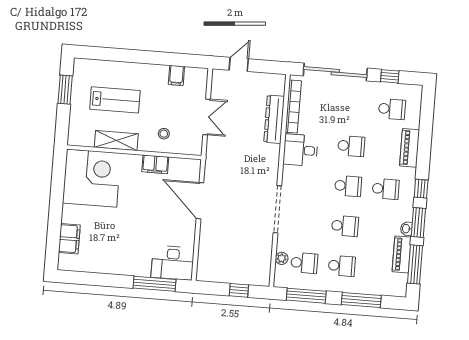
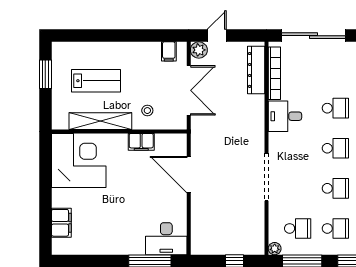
filing cabinet: (176, 75) -> (169, 51), moved
plant: (220, 77) -> (199, 50), added
double door: (207, 117) -> (189, 90), width x1.37
dresser: (274, 119) -> (256, 70), moved
shelving: (116, 141) -> (100, 121), width x1.47
plant: (282, 258) -> (275, 249), moved

